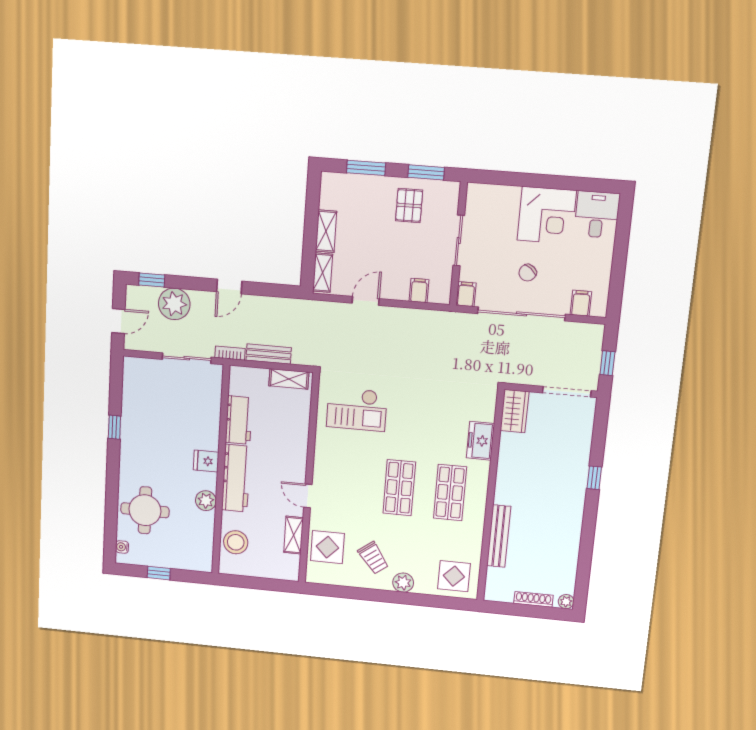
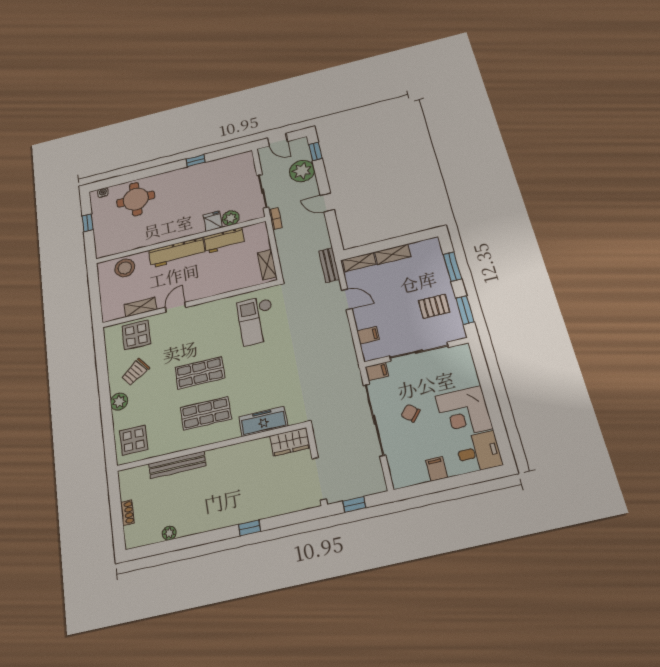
sliding door: (459, 240) -> (419, 352), width x1.37
filing cabinet: (581, 303) -> (437, 469), moved, turned -90
bench: (269, 354) -> (329, 265), moved
freezer: (480, 441) -> (263, 421), width x1.40
fridge: (206, 461) -> (213, 221), moved
plant: (206, 501) -> (231, 218), moved
shoe rack: (533, 599) -> (127, 513), width x0.70
plant: (566, 602) -> (169, 533), moved

